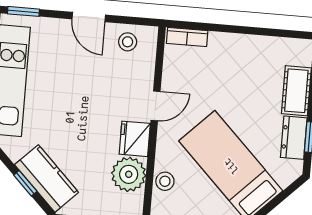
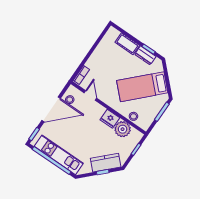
door: (89, 17) -> (51, 109), width x1.88
door: (156, 106) -> (90, 95), moved

